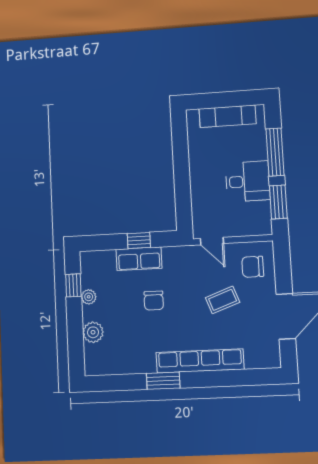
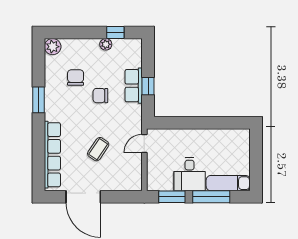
exam couch: (228, 116) -> (228, 183), moved, turned 90
chair: (253, 267) -> (76, 78), moved
coffee table: (223, 300) -> (98, 149), turned 54
plant: (93, 332) -> (53, 47), moved
row of seats: (200, 361) -> (52, 155), moved

